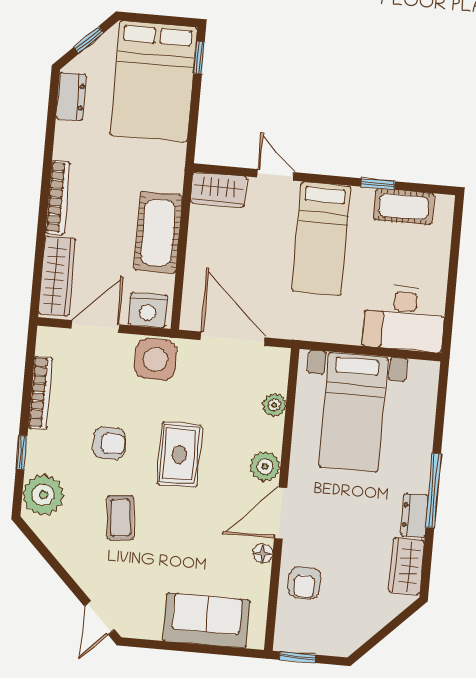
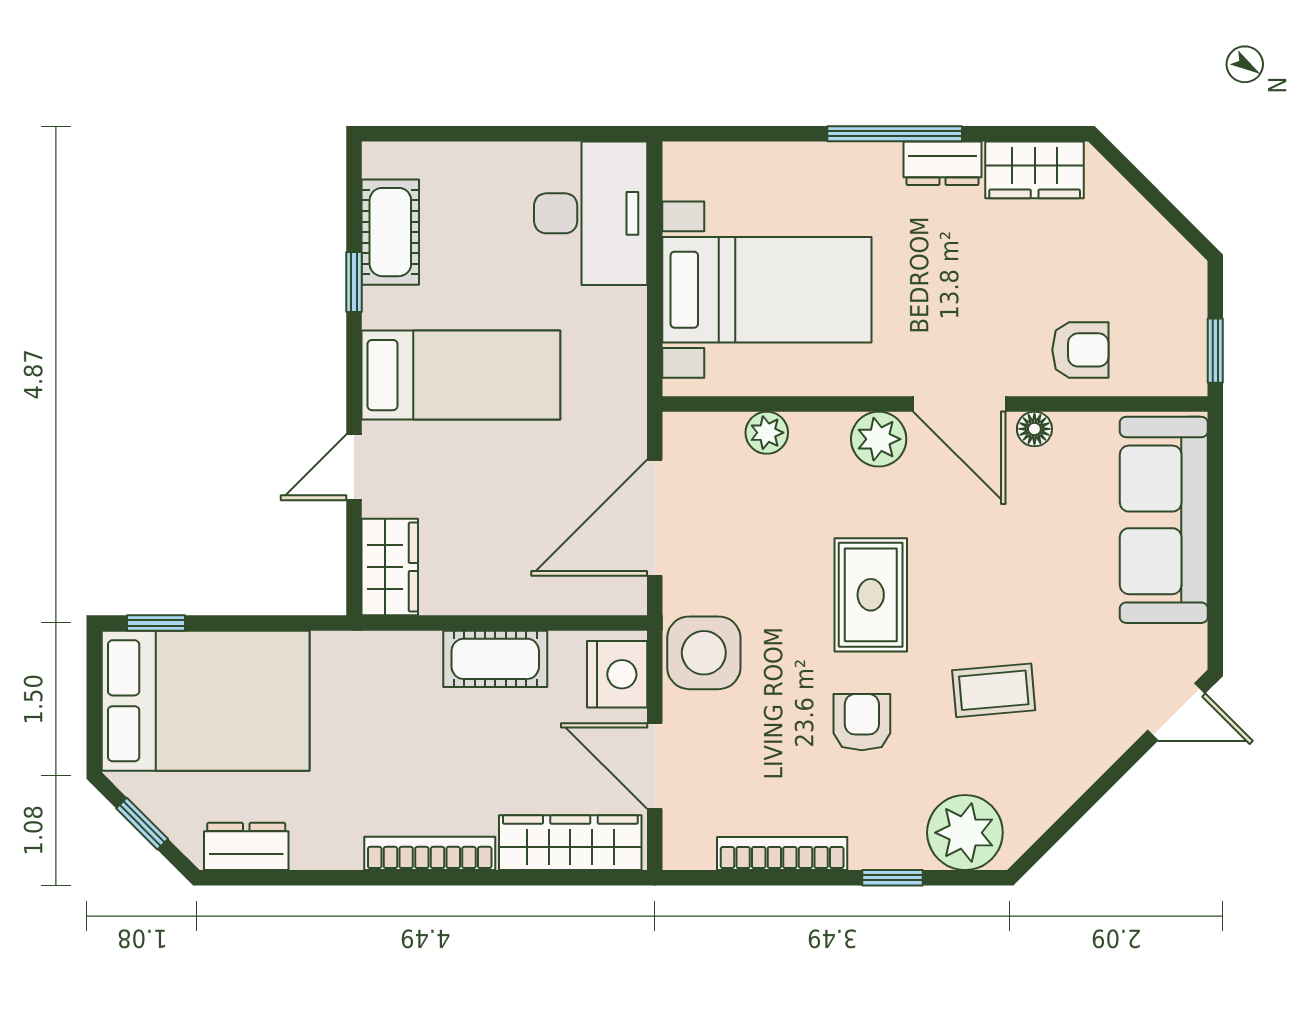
cot: (158, 232) -> (495, 659), width x0.73, depth x0.75
rug: (179, 454) -> (871, 595), turned 90
sofa: (206, 620) -> (1164, 520), width x1.36

